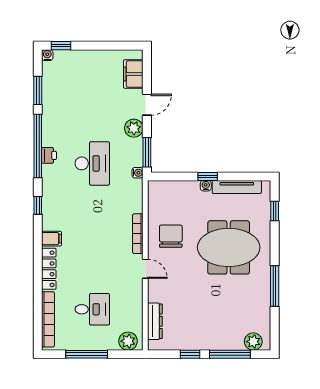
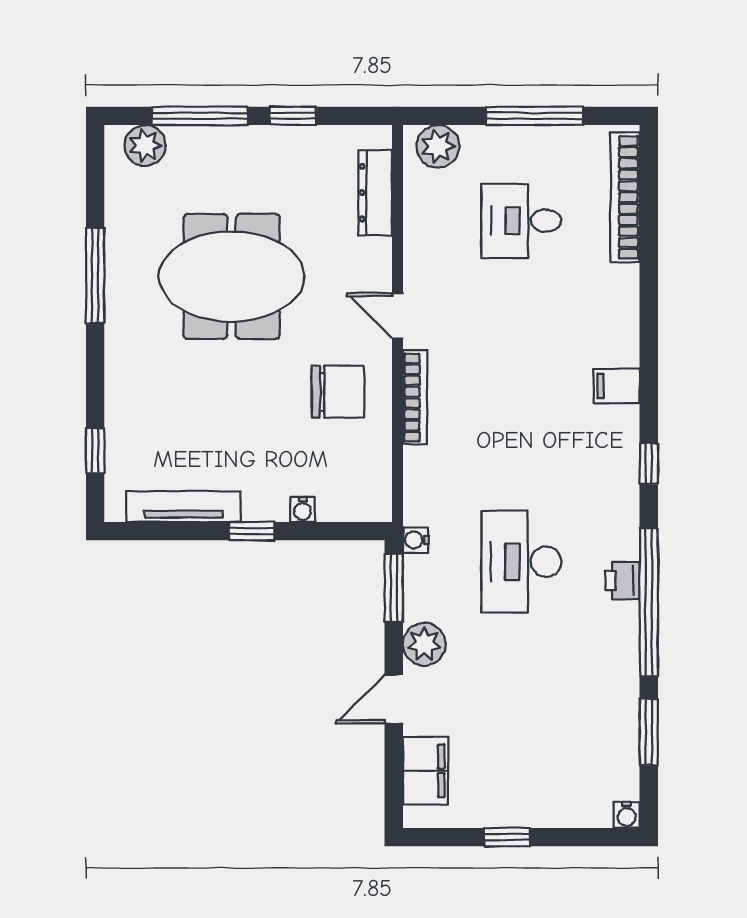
window: (61, 46) -> (507, 837), moved
water cooler: (206, 186) -> (303, 510), moved
chair: (171, 236) -> (338, 392), turned -90
meeting table: (229, 247) -> (232, 276), moved
locker: (49, 269) -> (623, 315), removed

